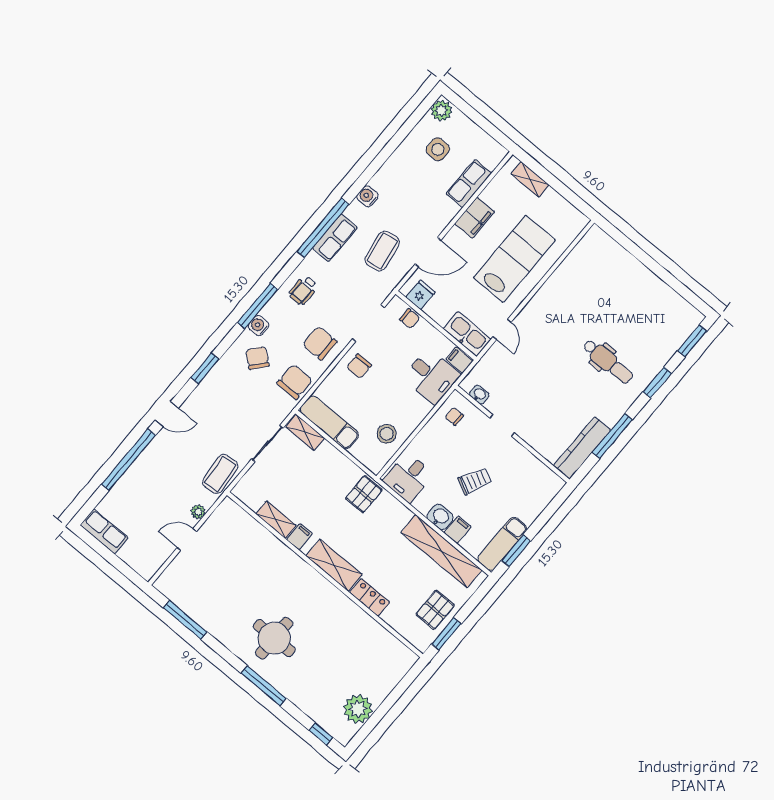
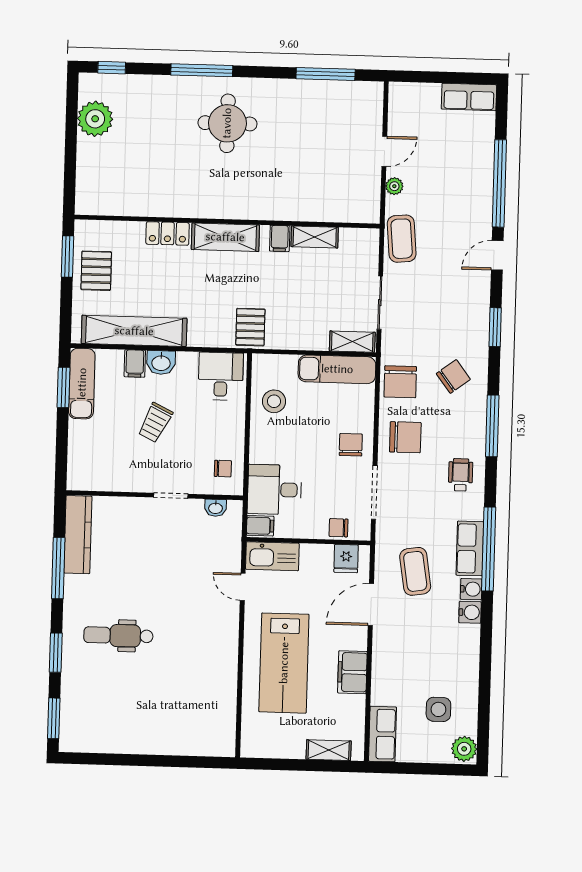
row of seats: (469, 183) -> (382, 734), moved
water cooler: (259, 326) -> (471, 589), moved
chair: (257, 358) -> (453, 376), turned -77

